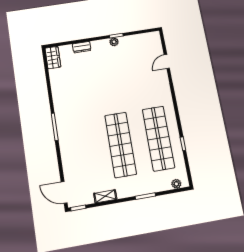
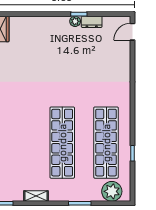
dresser: (82, 47) -> (92, 22), moved
door: (167, 61) -> (132, 32), moved
plant: (176, 184) -> (112, 191), width x1.87, depth x1.87

